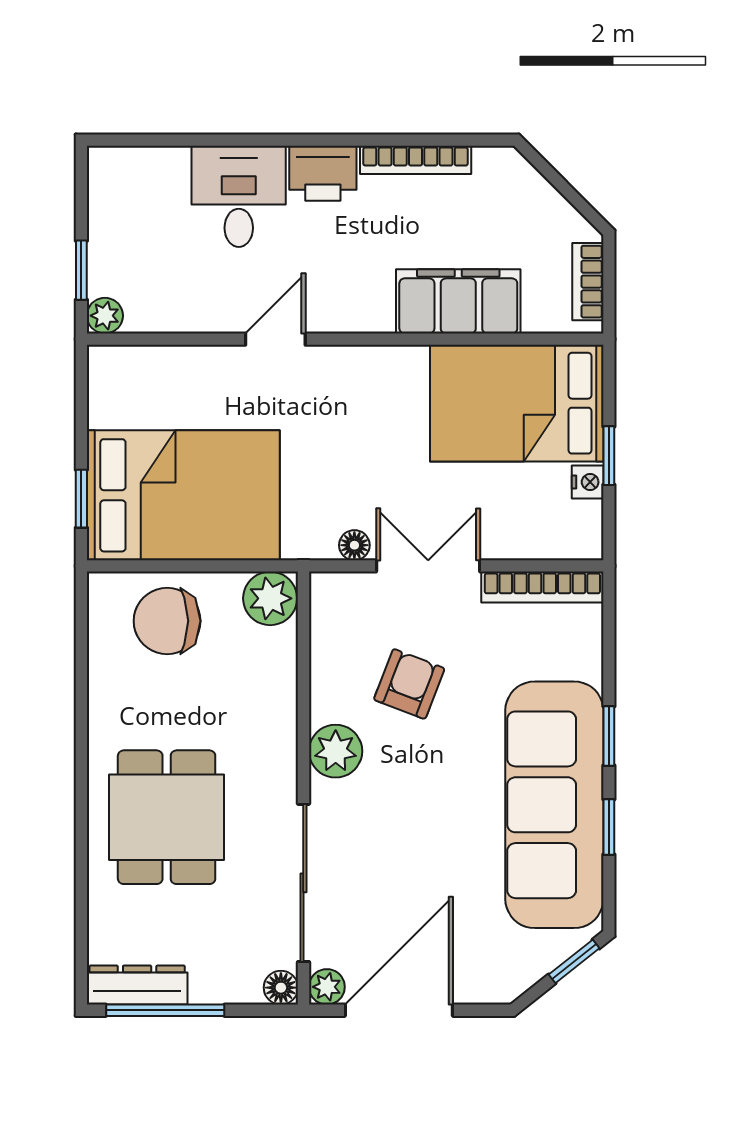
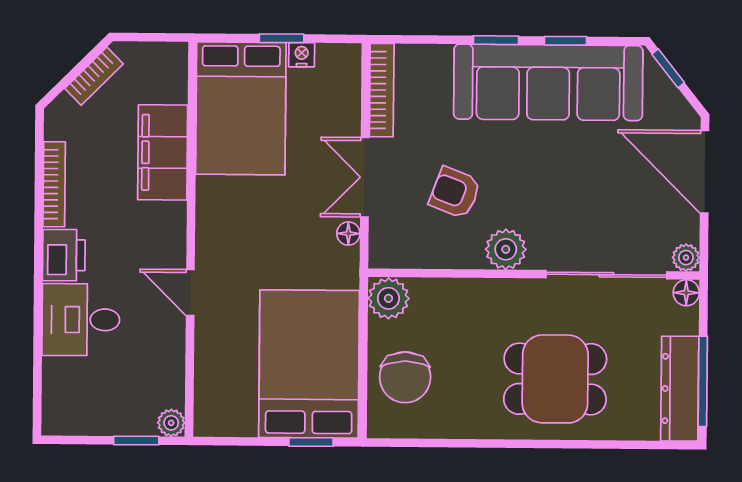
bookcase: (588, 282) -> (94, 76), moved, turned -45
dresser: (137, 985) -> (680, 389), width x1.37, depth x1.24
door: (399, 1010) -> (705, 172), moved

